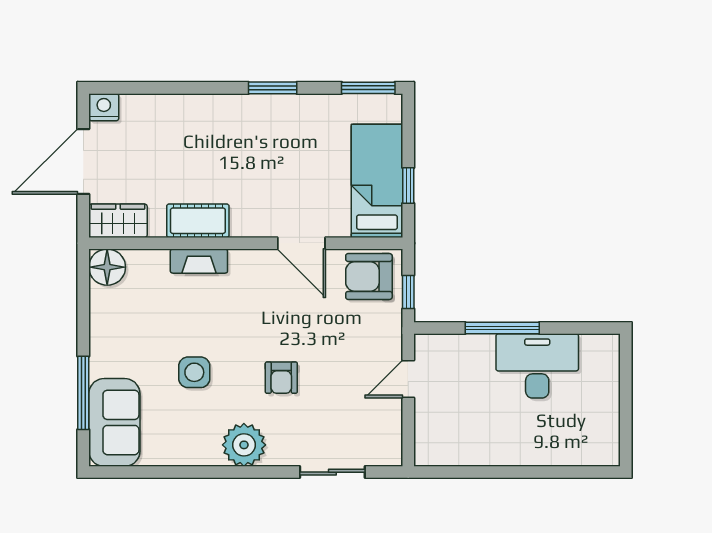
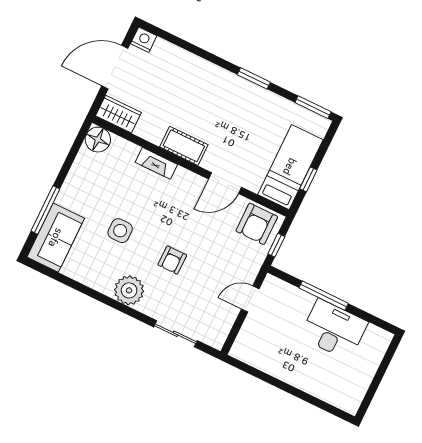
cot: (198, 221) -> (184, 146), moved
door: (301, 243) -> (225, 183), hinge flipped
armchair: (369, 276) -> (257, 224), turned -90

